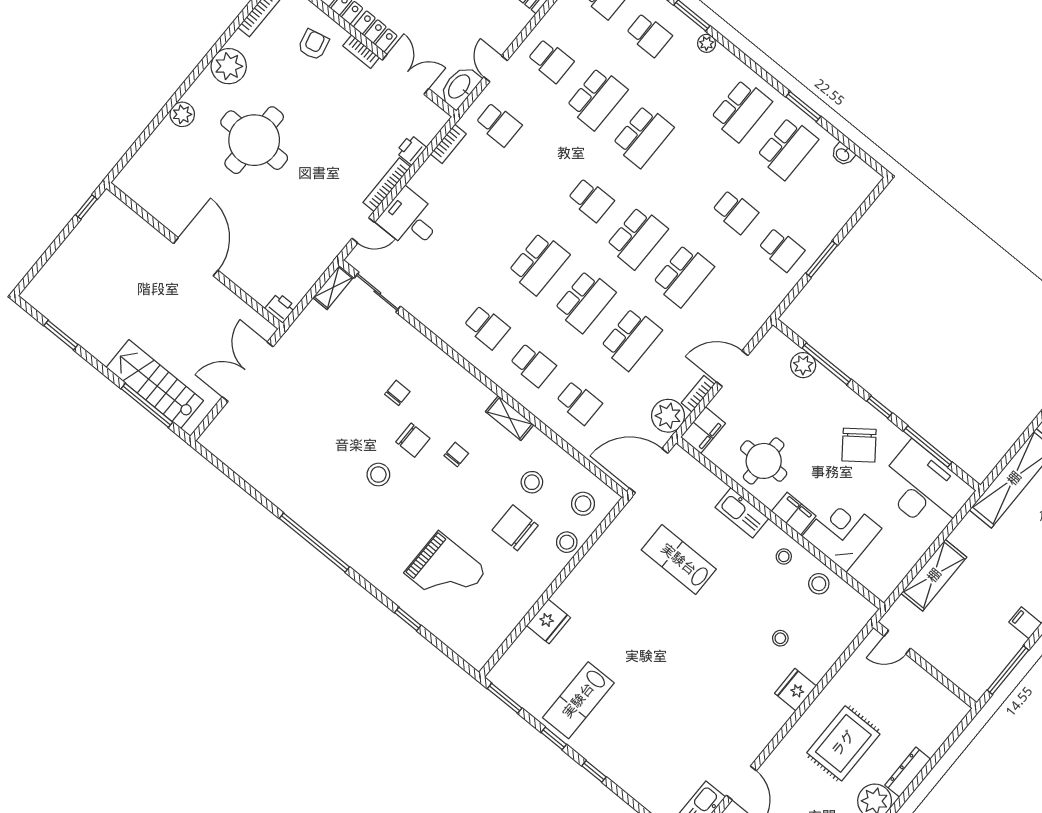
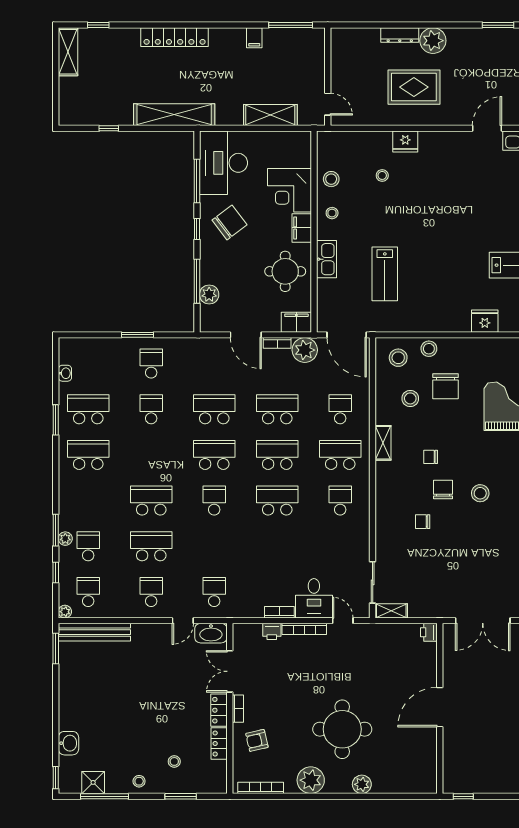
plant: (707, 43) -> (65, 539), moved
bookcase: (448, 144) -> (279, 612), moved
school desk: (533, 365) -> (340, 455), width x1.85

